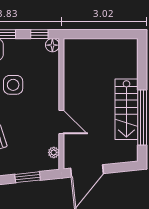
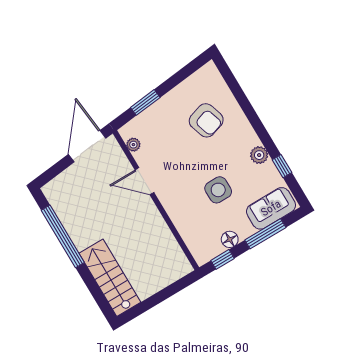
floor lamp: (52, 45) -> (230, 239), moved
stairs: (126, 109) -> (110, 278), moved

